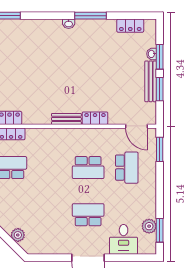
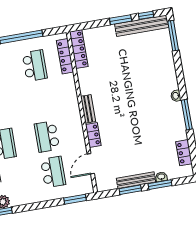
door: (136, 126) -> (91, 164), moved
school desk: (127, 168) -> (53, 172), turned -90

